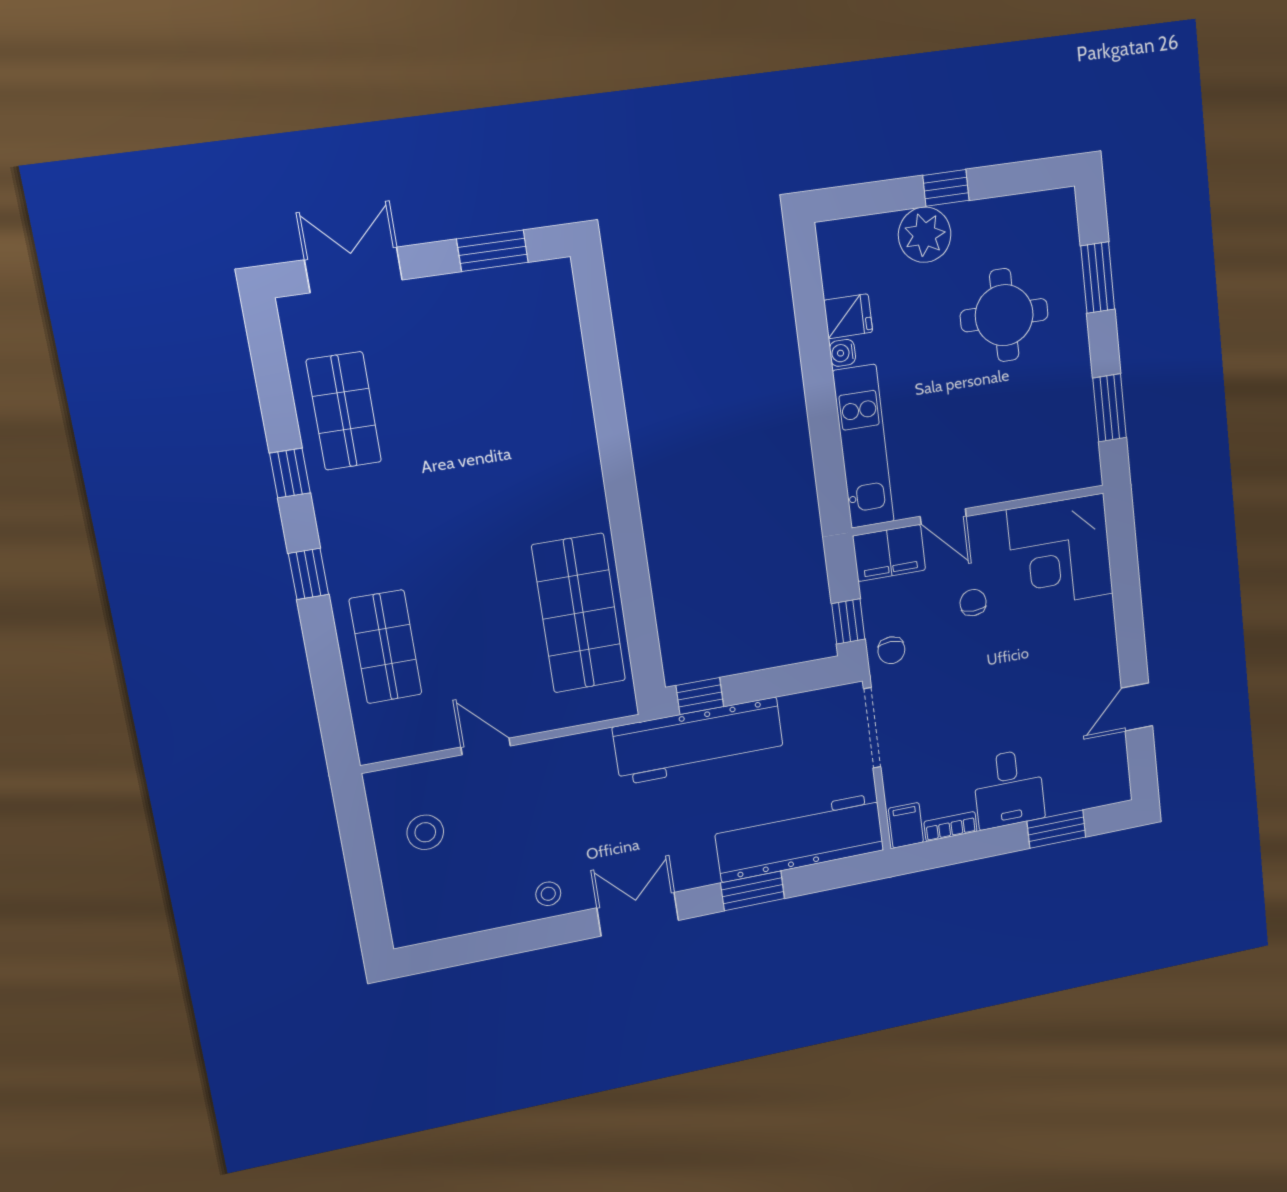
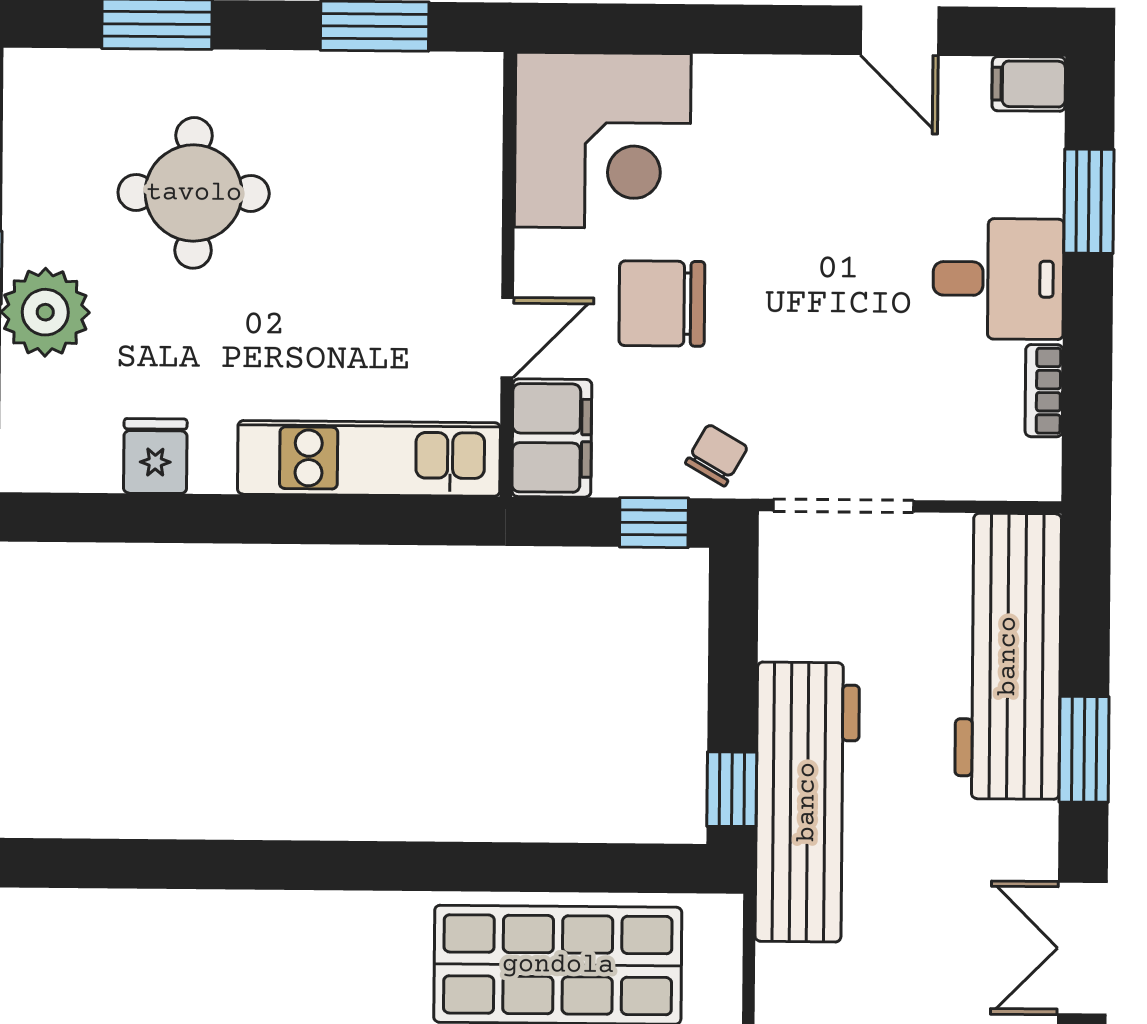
water cooler: (842, 353) -> (212, 473), removed
chair: (973, 603) -> (662, 304), width x1.87, depth x1.87
chair: (891, 650) -> (717, 455), turned -60
filing cabinet: (906, 825) -> (1029, 84), moved

